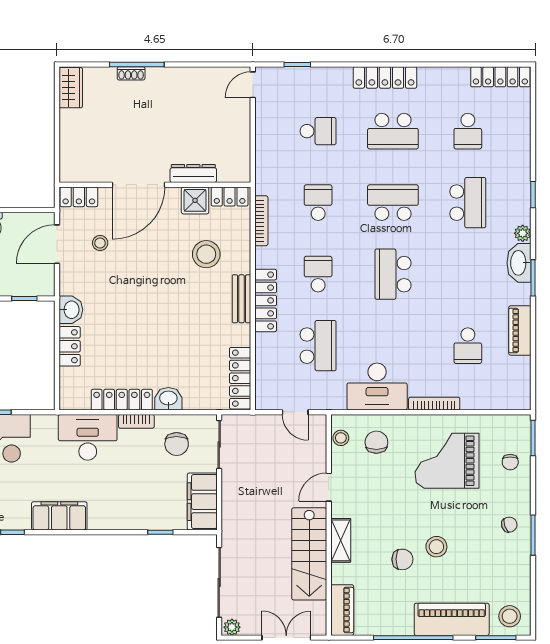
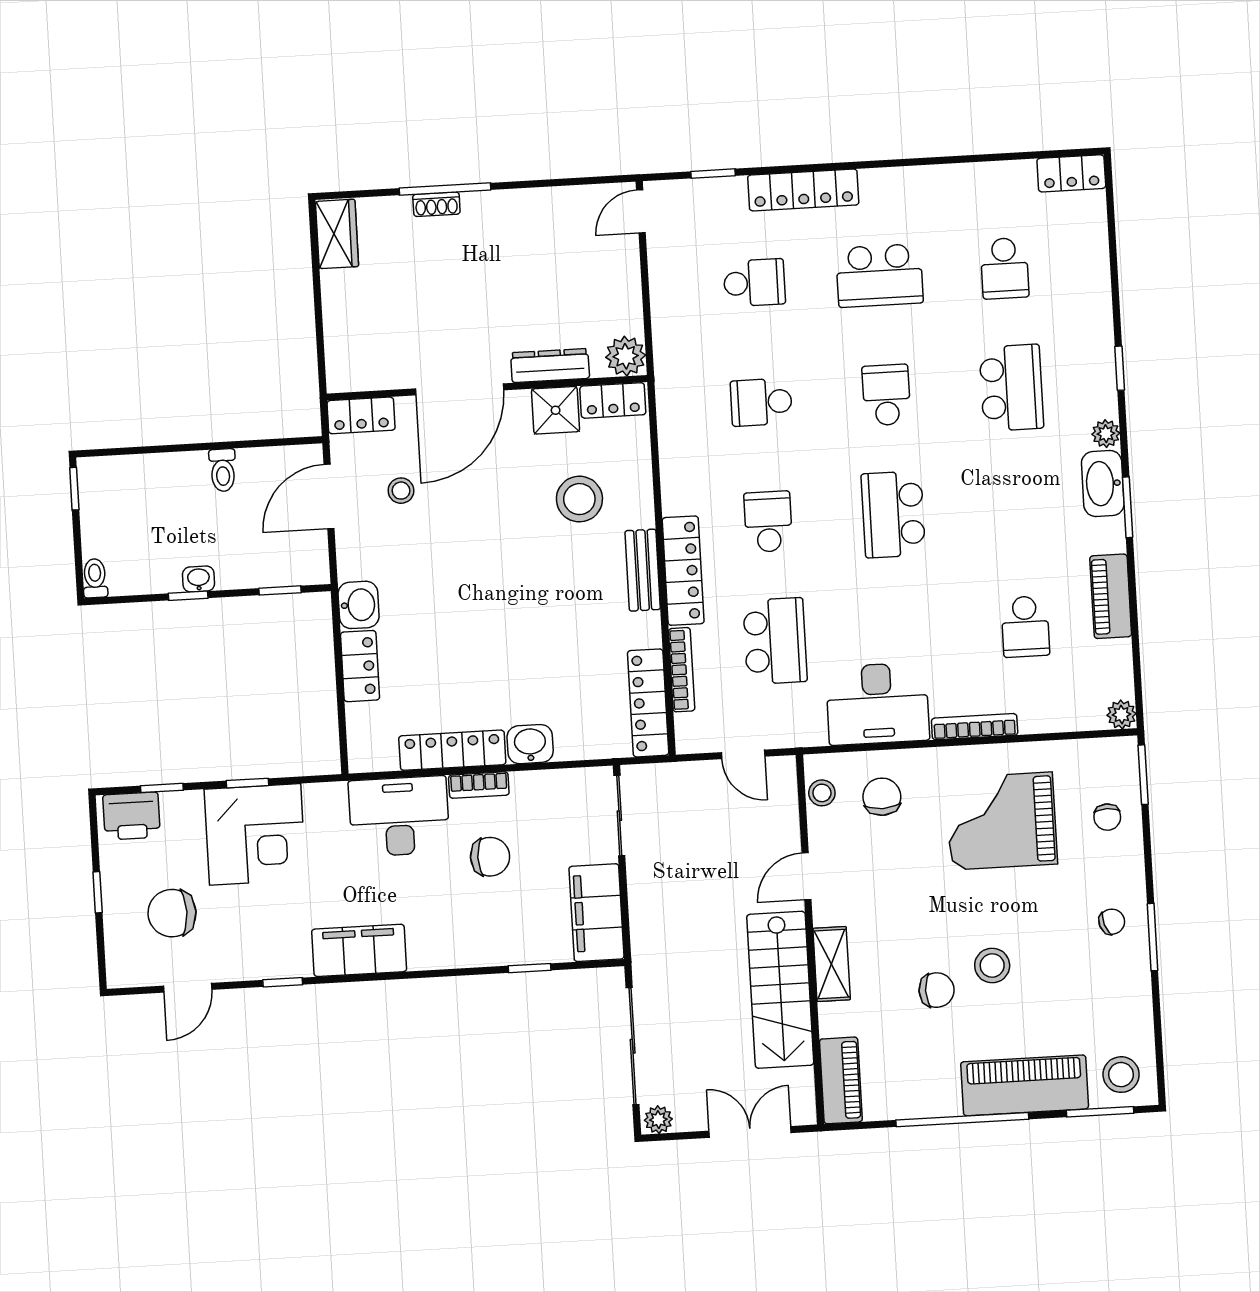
locker: (385, 77) -> (803, 190), moved
locker: (500, 77) -> (1071, 173), width x0.66
plant: (239, 171) -> (626, 356), added
school desk: (318, 203) -> (761, 402), turned -90
school desk: (393, 203) -> (886, 395), width x0.54
bookcase: (261, 221) -> (682, 670), moved
plant: (522, 401) -> (1121, 714), added
chair: (177, 444) -> (490, 857), moved, turned -90

